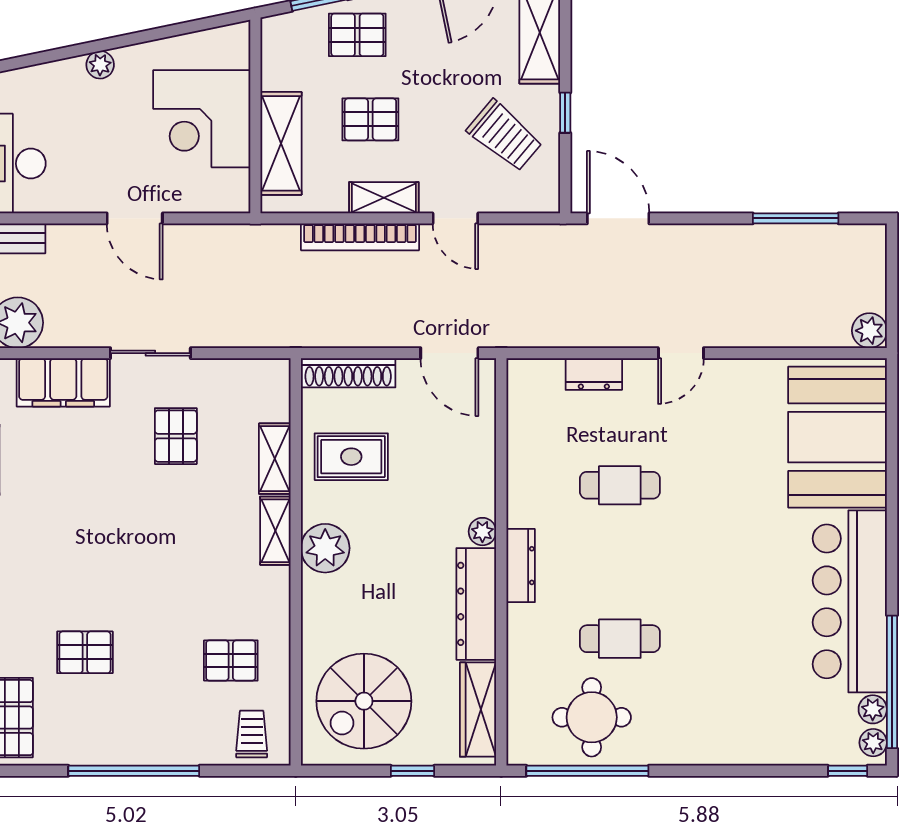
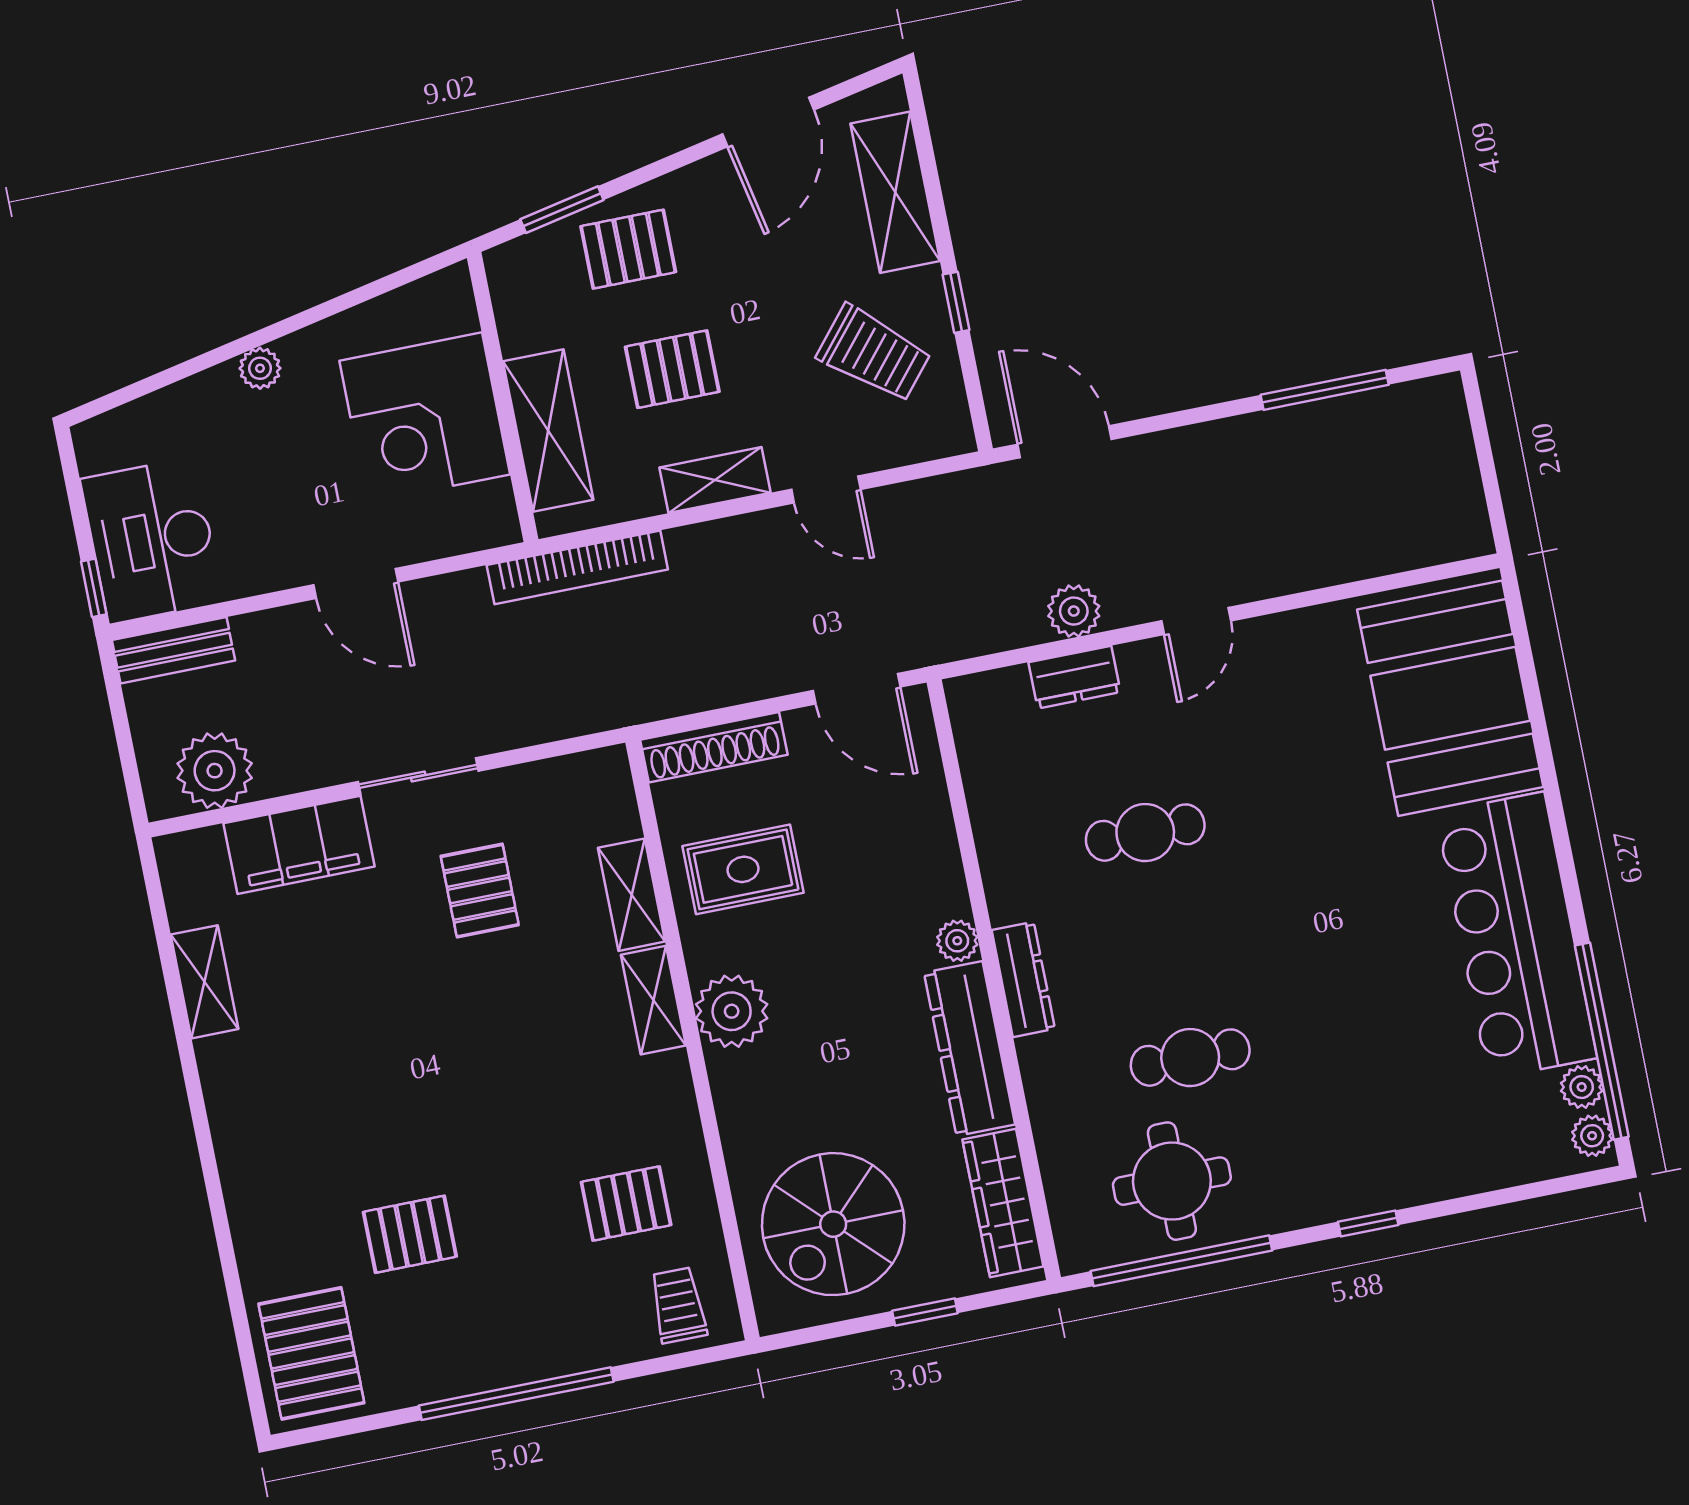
bookcase: (360, 237) -> (577, 567), moved
plant: (869, 331) -> (1074, 611), moved
window: (848, 771) -> (1368, 1223), moved

